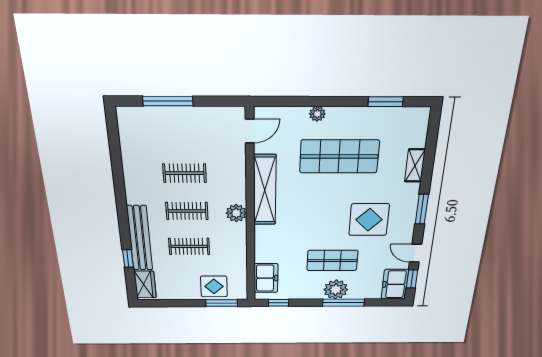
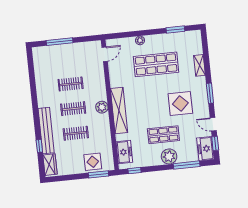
shelving: (265, 190) -> (119, 111), moved
window: (343, 303) -> (187, 165), moved

